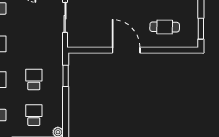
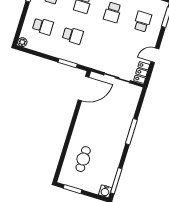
door: (126, 50) -> (84, 88), moved

